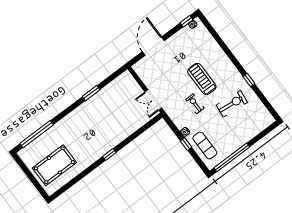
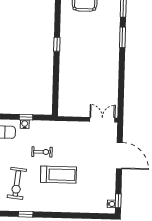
window: (91, 93) -> (122, 37), moved
double door: (153, 100) -> (102, 120), moved
window: (186, 144) -> (26, 117), moved

